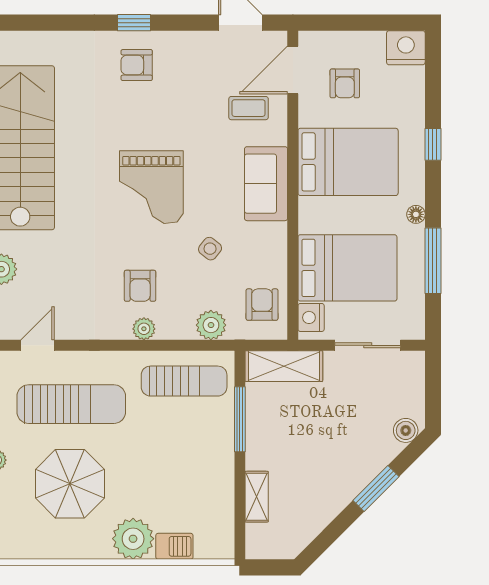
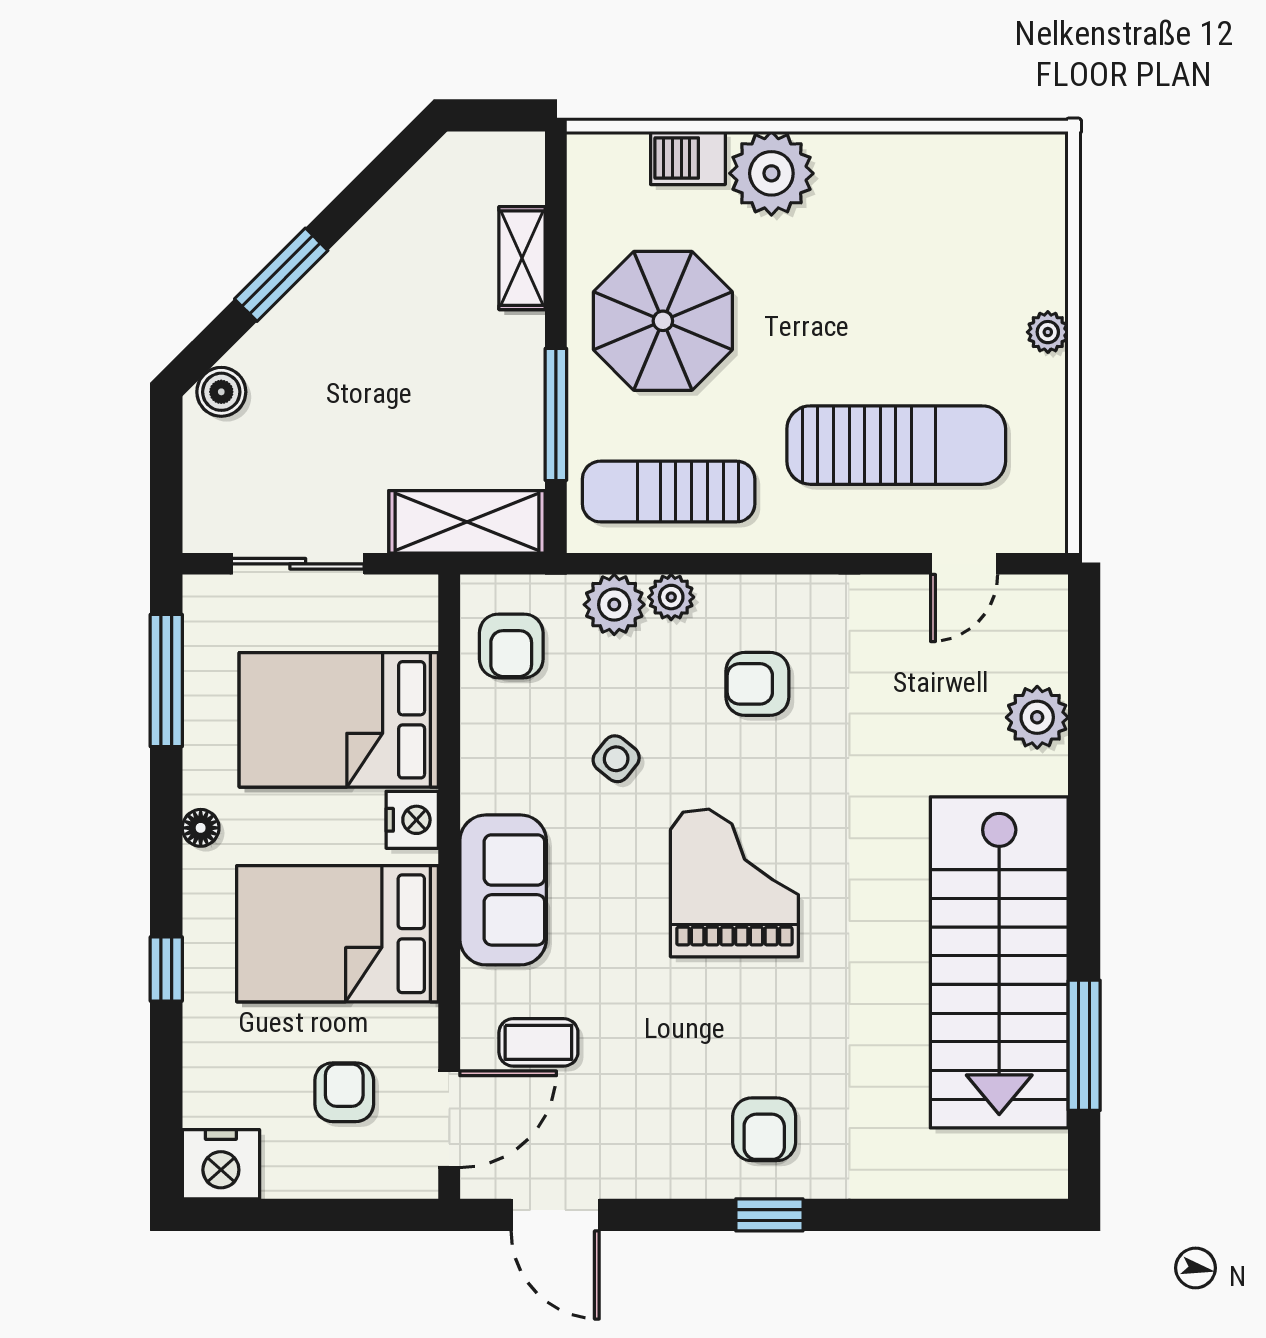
armchair: (137, 65) -> (764, 1129), turned 90
window: (433, 261) -> (166, 680), moved
armchair: (140, 286) -> (757, 684), turned -90
nightstand: (311, 317) -> (412, 820), moved
plant: (144, 329) -> (671, 597), moved
sun lounger: (71, 404) -> (896, 445), turned 180
parasol: (70, 484) -> (663, 321), moved

